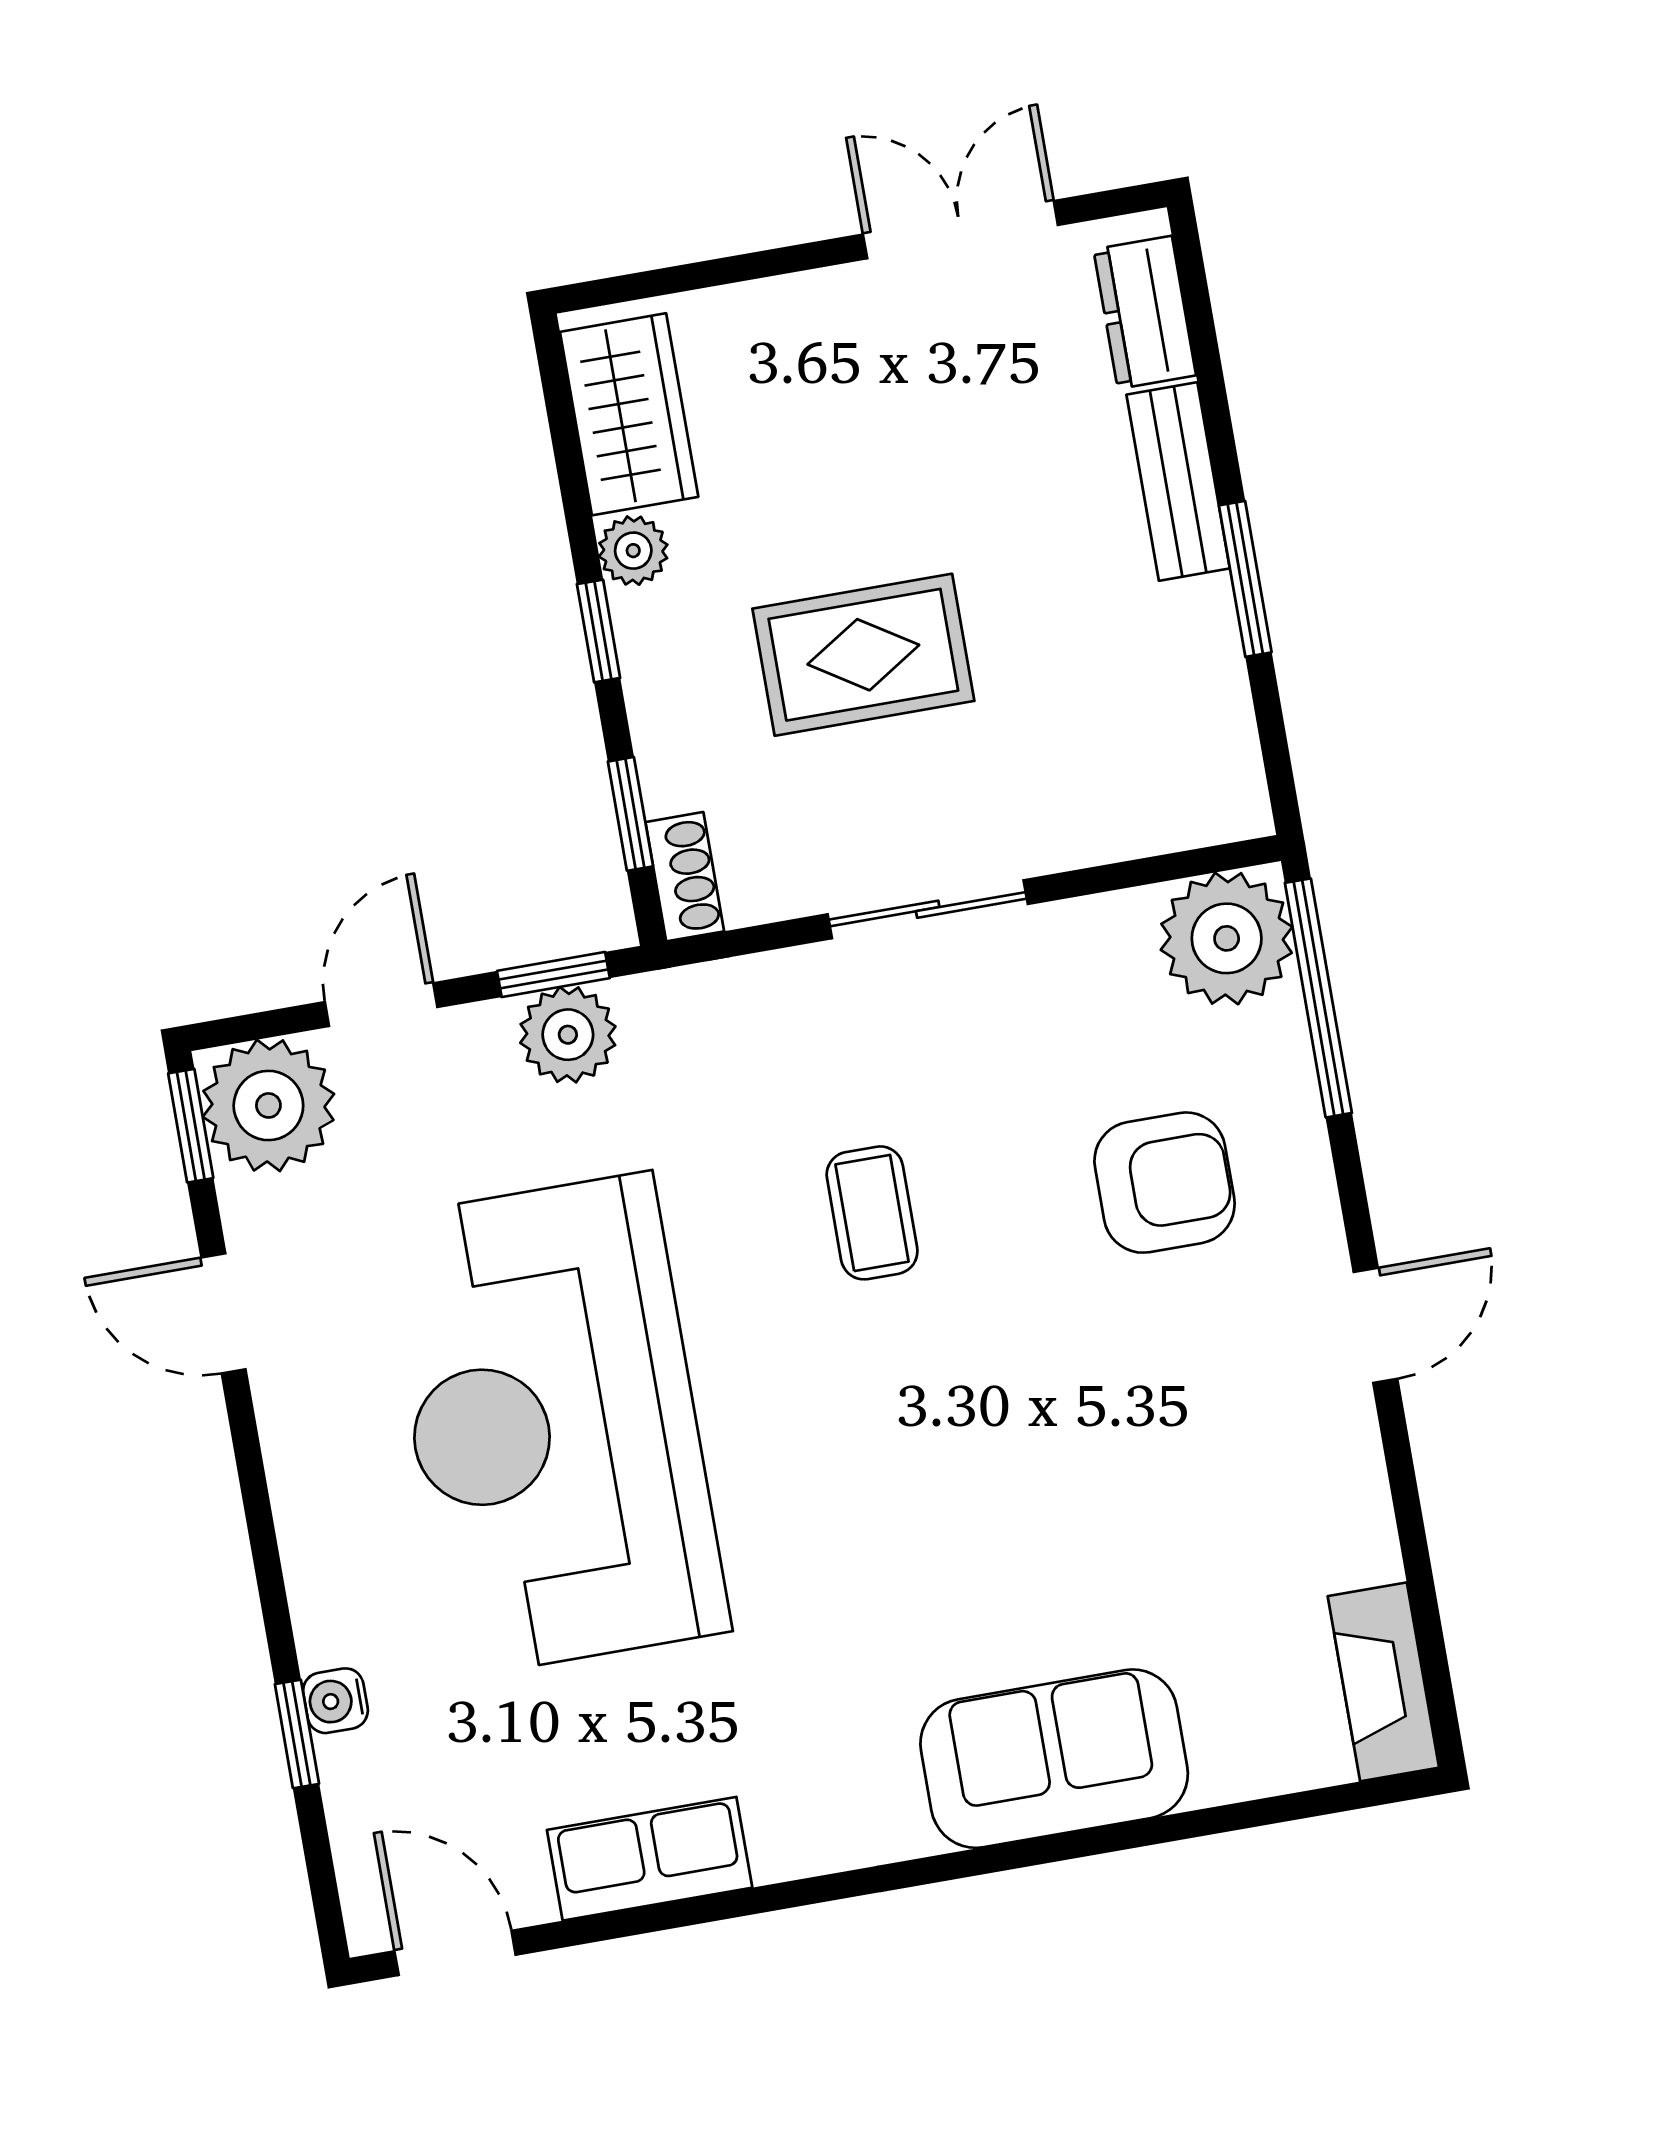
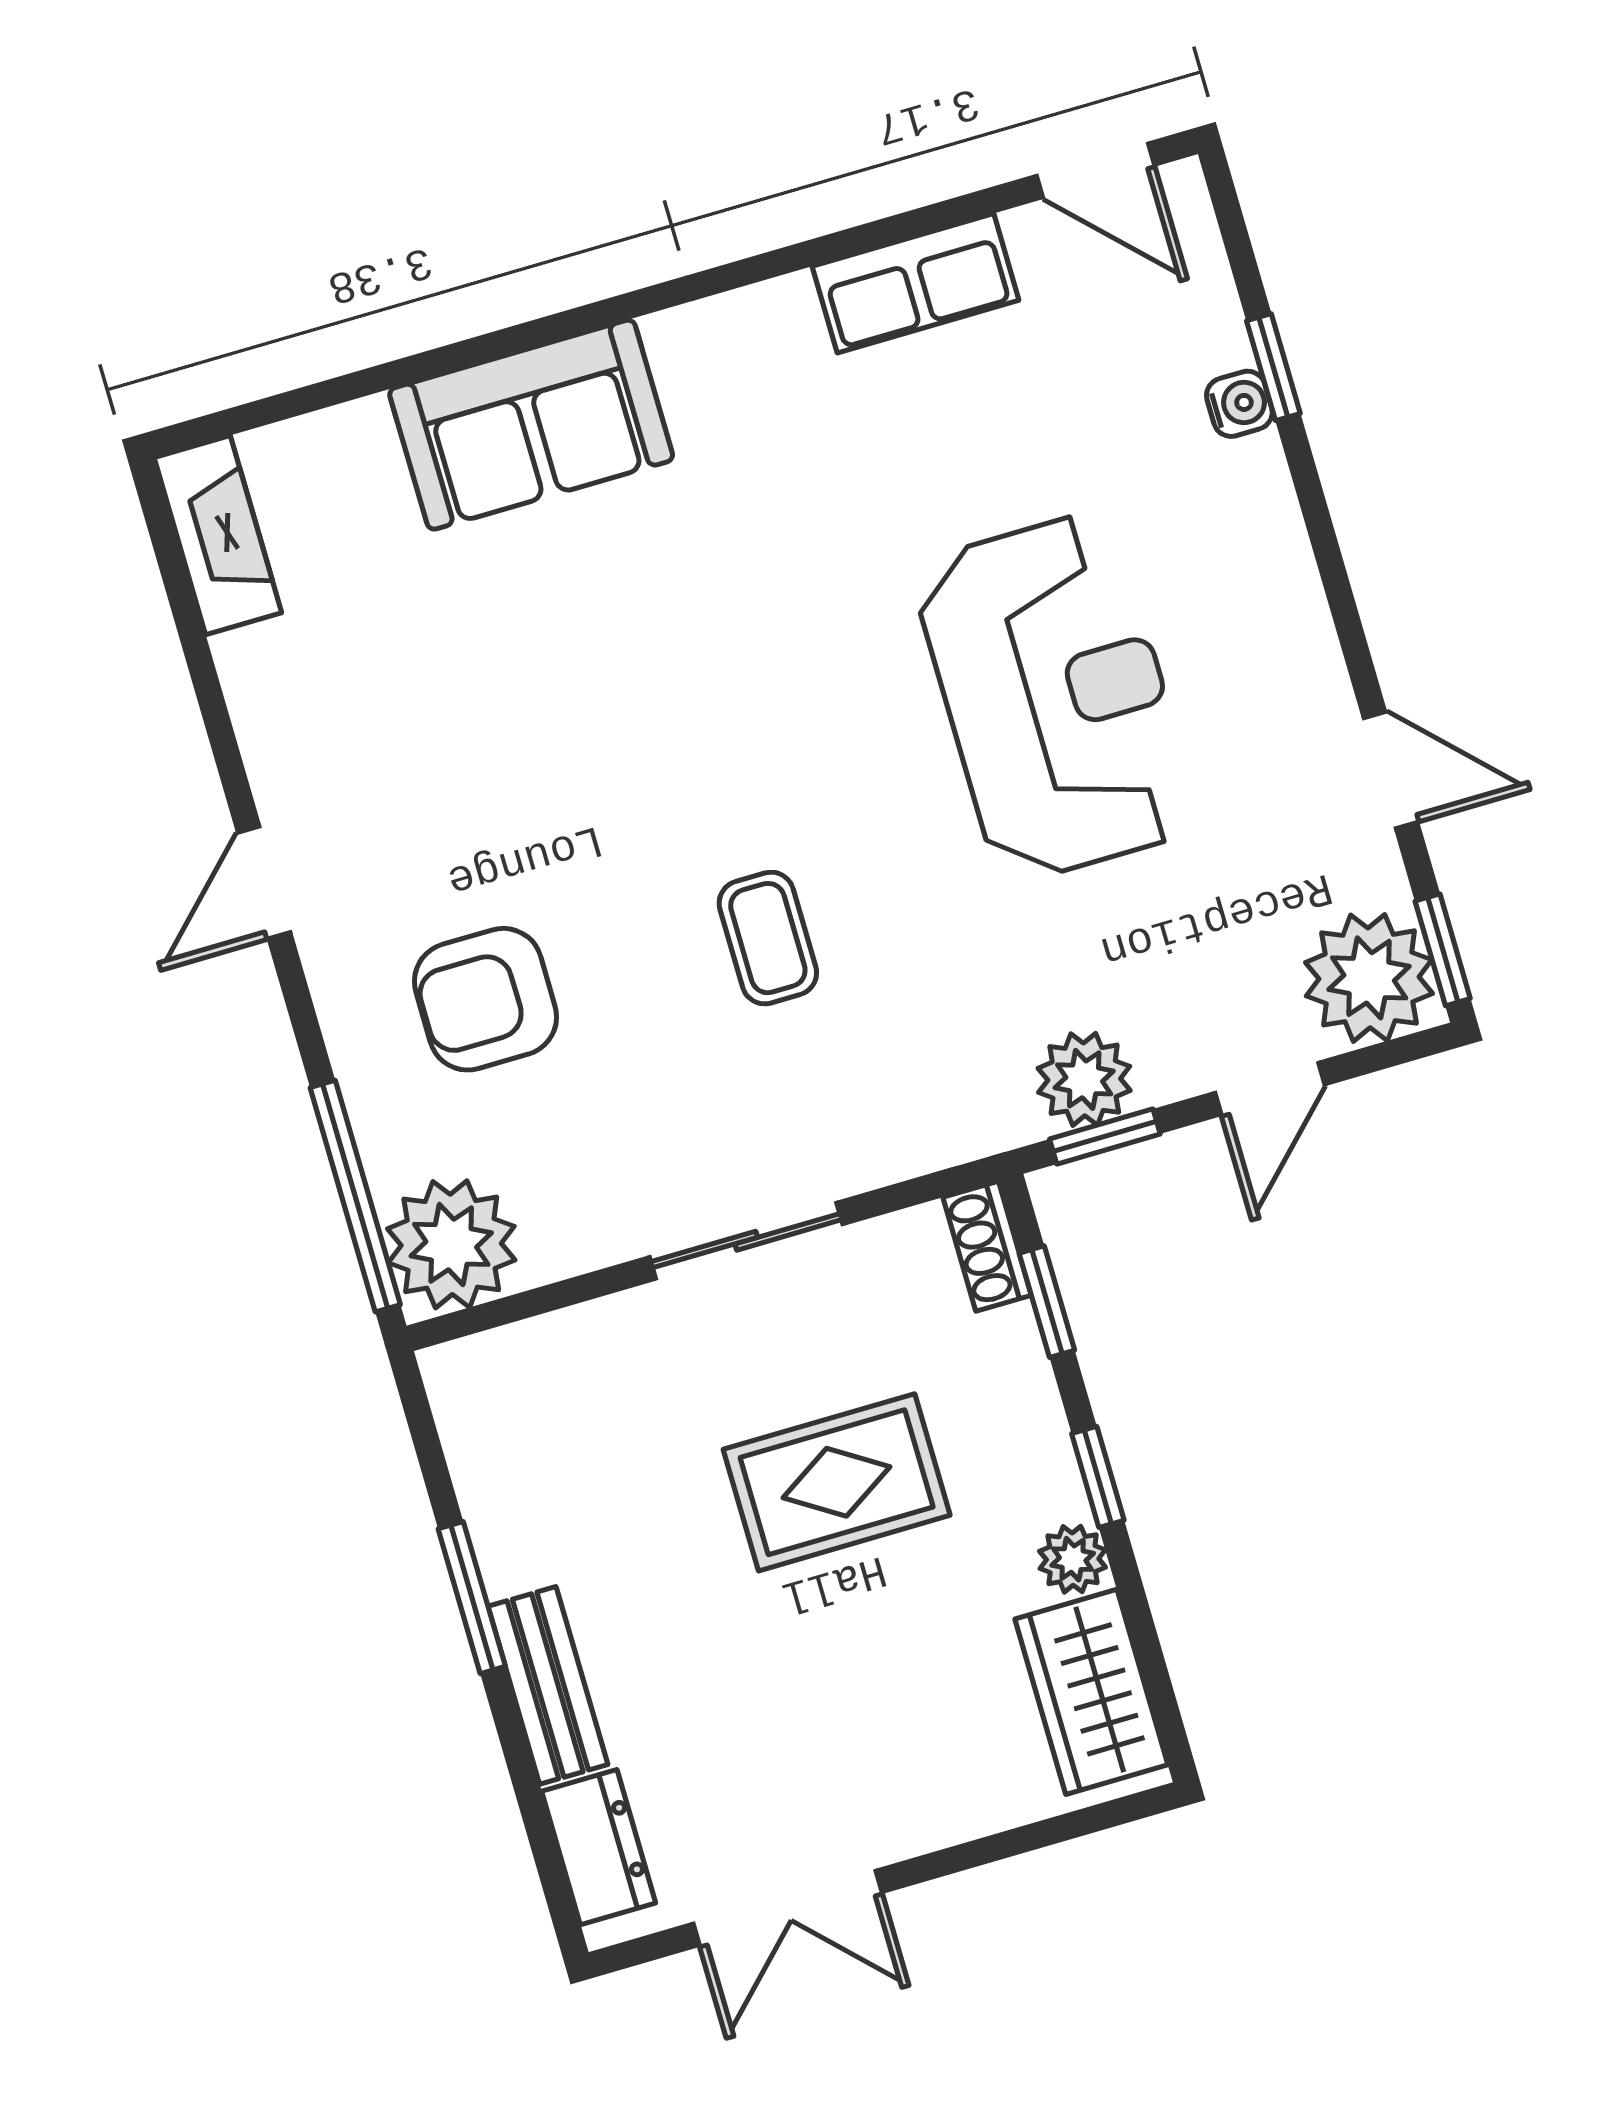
reception desk: (554, 1425) -> (1056, 697), width x0.74, depth x0.77

